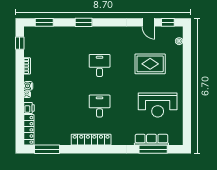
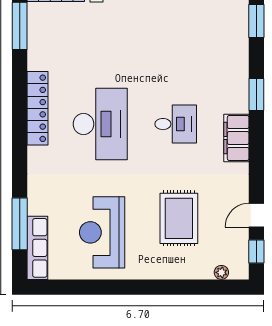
filing cabinet: (107, 33) -> (236, 138), added
desk: (100, 106) -> (100, 124), width x1.87, depth x1.30
row of seats: (151, 140) -> (37, 248), moved

